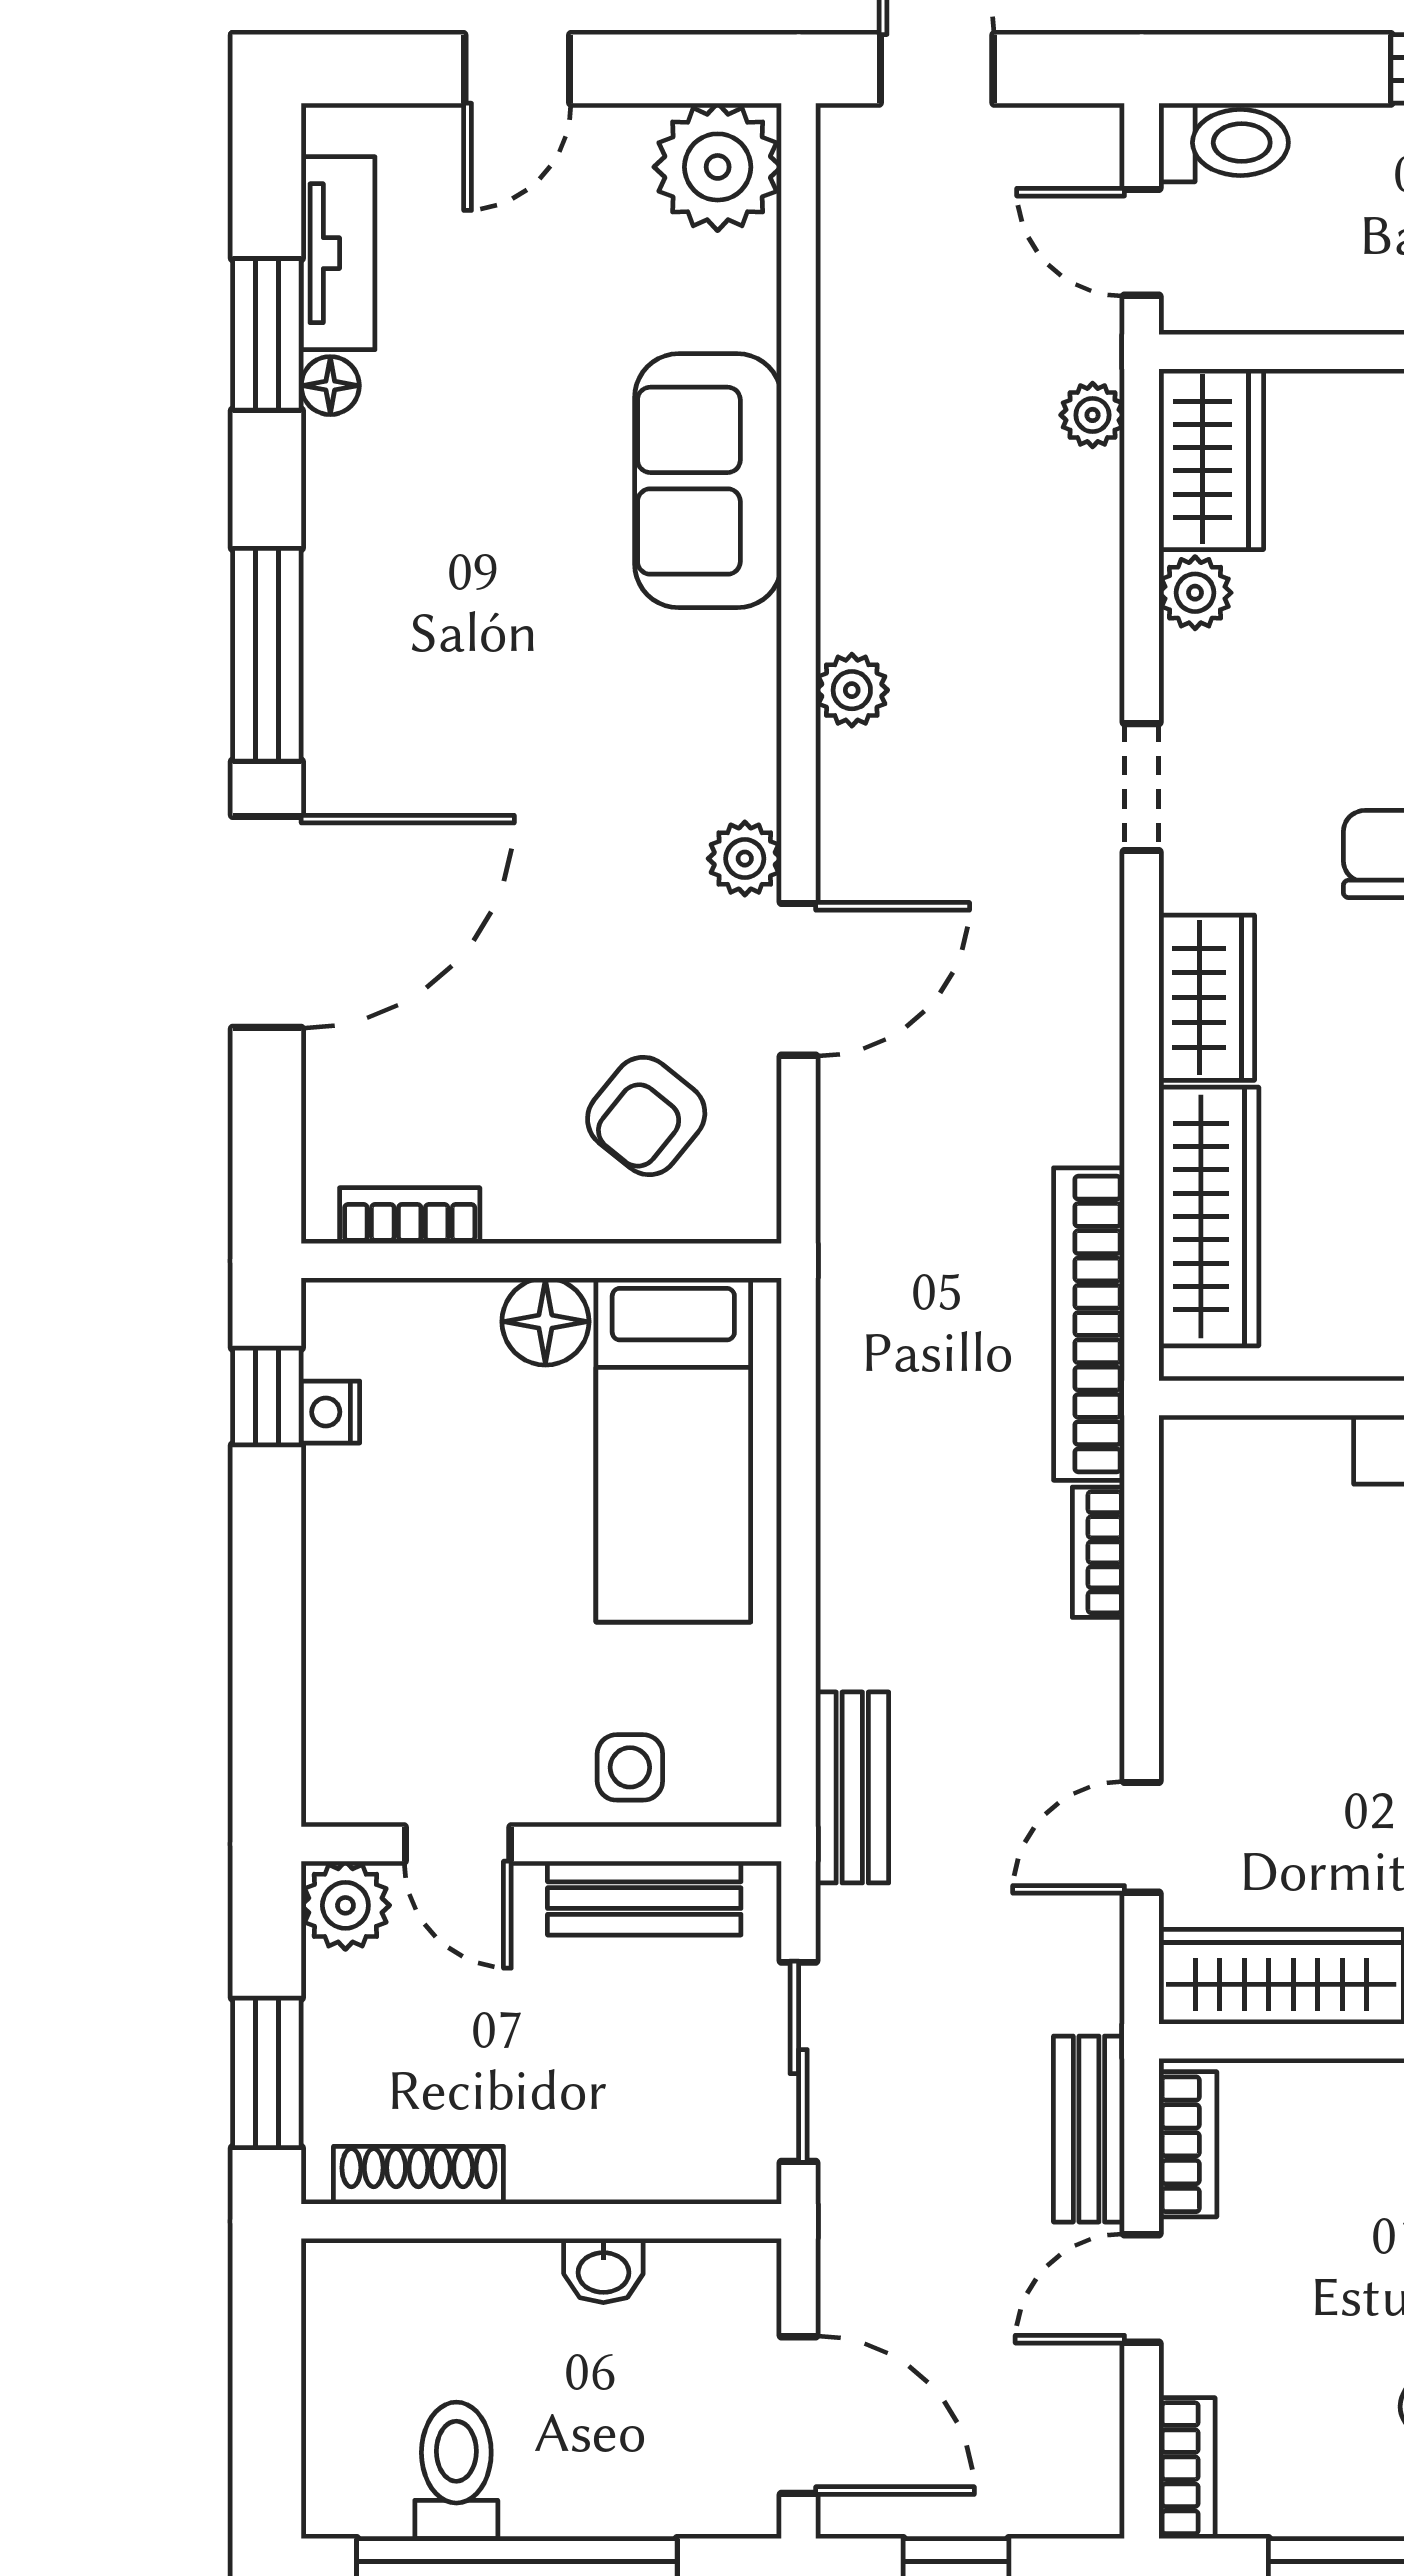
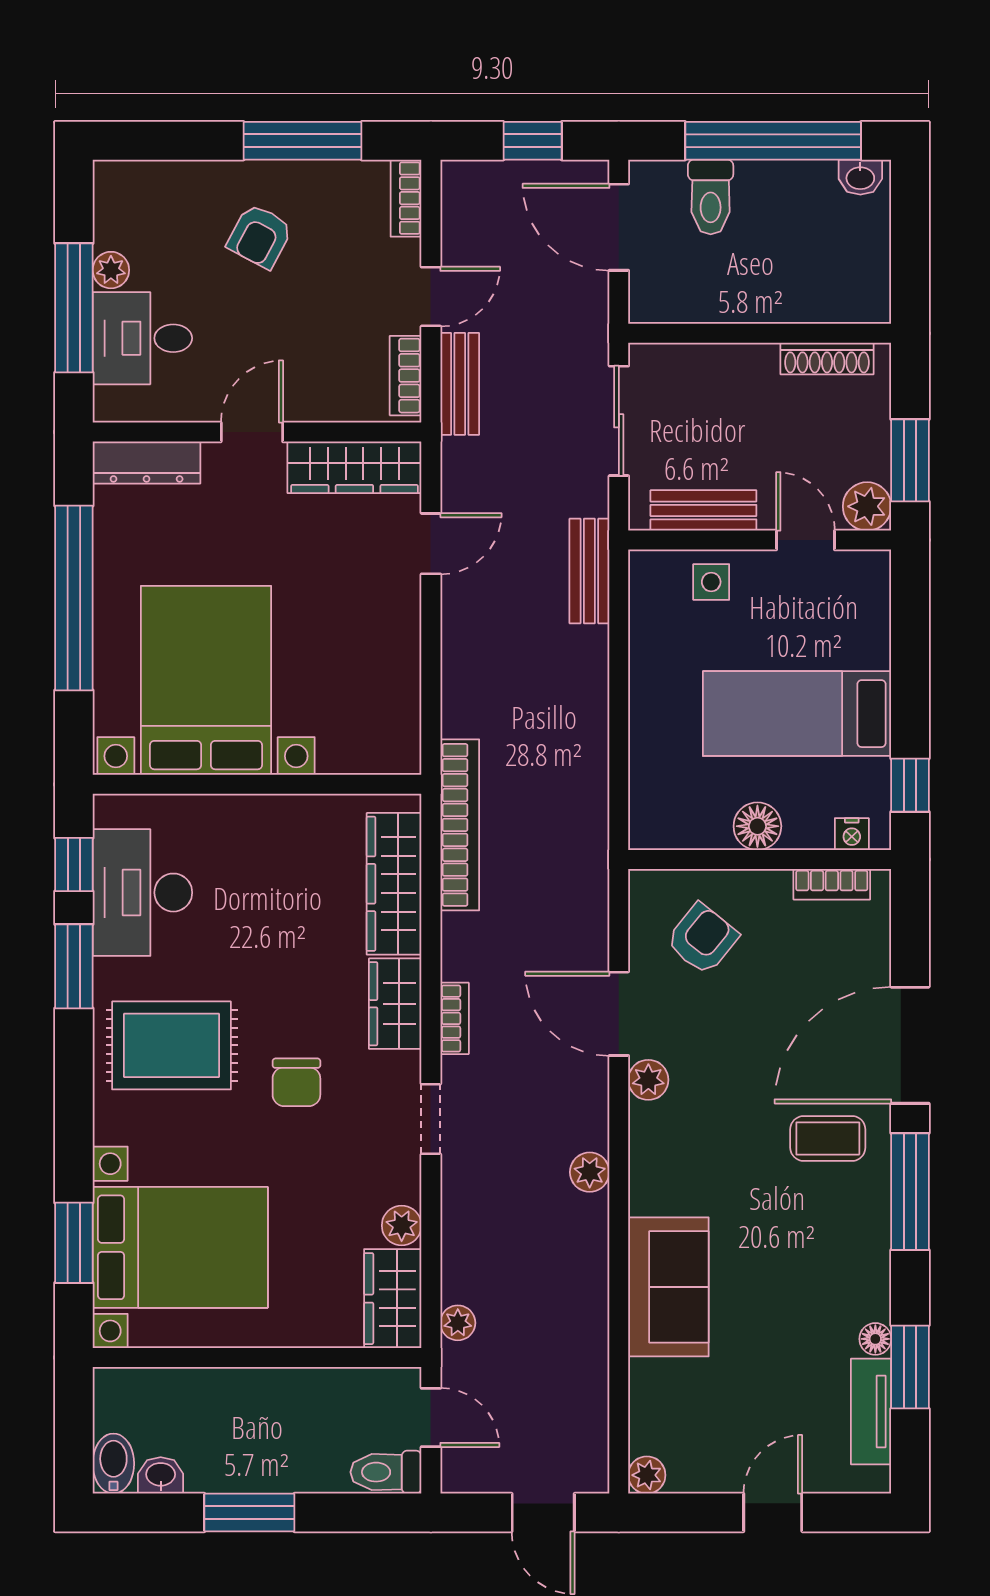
plant: (718, 167) -> (647, 1475), width x0.53, depth x0.53
coffee table: (417, 752) -> (828, 1138), added
door: (799, 979) -> (619, 1014), hinge flipped
nightstand: (330, 1412) -> (852, 834), moved, turned 90
bed: (673, 1450) -> (797, 714), moved, turned -90
bookcase: (1098, 1552) -> (455, 1018), moved
window: (267, 2073) -> (910, 460), moved
washbasin: (603, 2271) -> (860, 177), moved, turned 180
toilet: (456, 2470) -> (711, 197), moved

